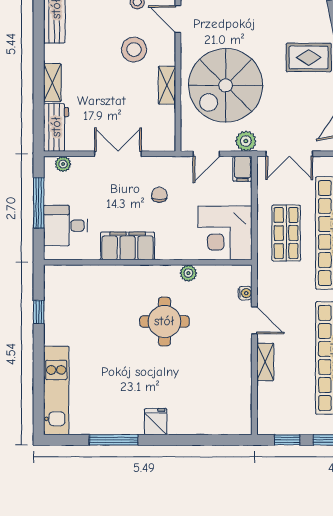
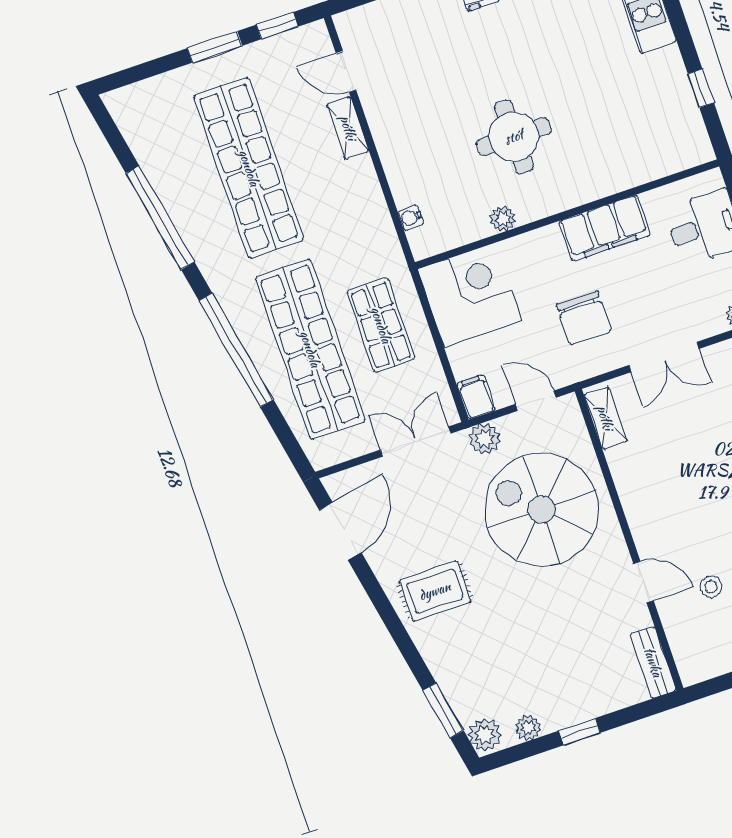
stool: (134, 50) -> (692, 516), removed
shelving: (167, 85) -> (605, 418), moved
spiral stairs: (226, 85) -> (542, 509), turned -90
door: (206, 154) -> (536, 401), hinge flipped
chair: (159, 195) -> (584, 318), width x1.87, depth x1.87
door: (254, 320) -> (346, 72), moved

